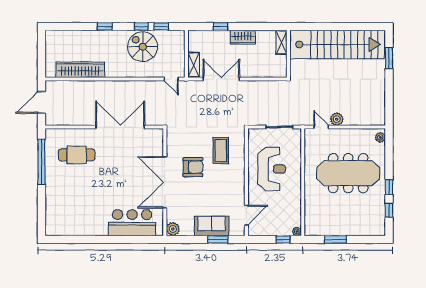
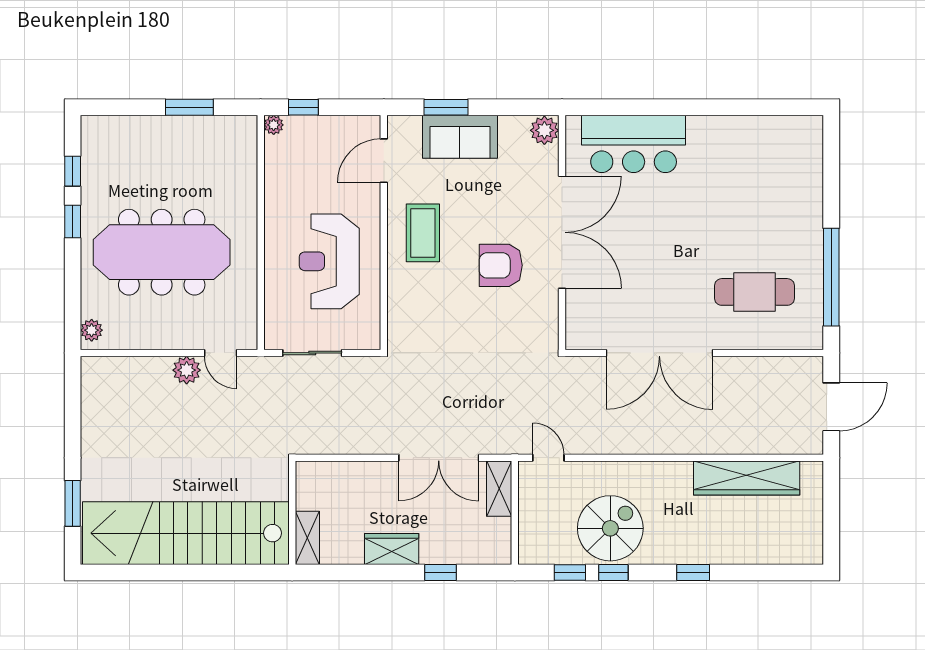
spiral stairs: (143, 47) -> (610, 528), turned -90
coffee table: (221, 151) -> (423, 233), moved

